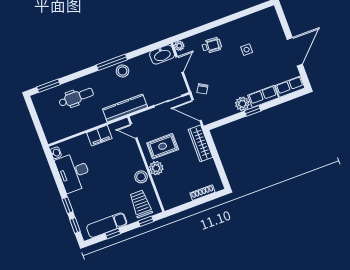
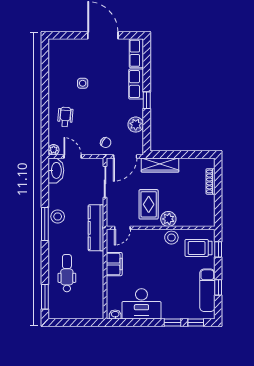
plant: (242, 104) -> (136, 125), moved

